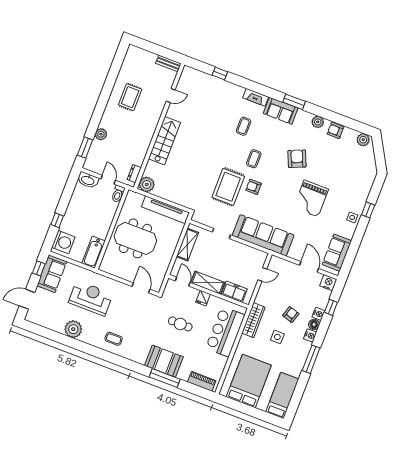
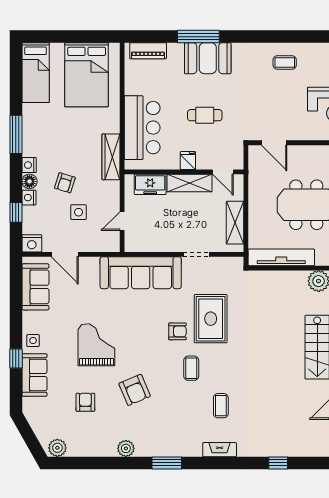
sofa: (281, 111) -> (34, 375), moved, turned 90
armchair: (335, 130) -> (85, 402), moved, turned -90
side table: (277, 337) -> (79, 212), moved

